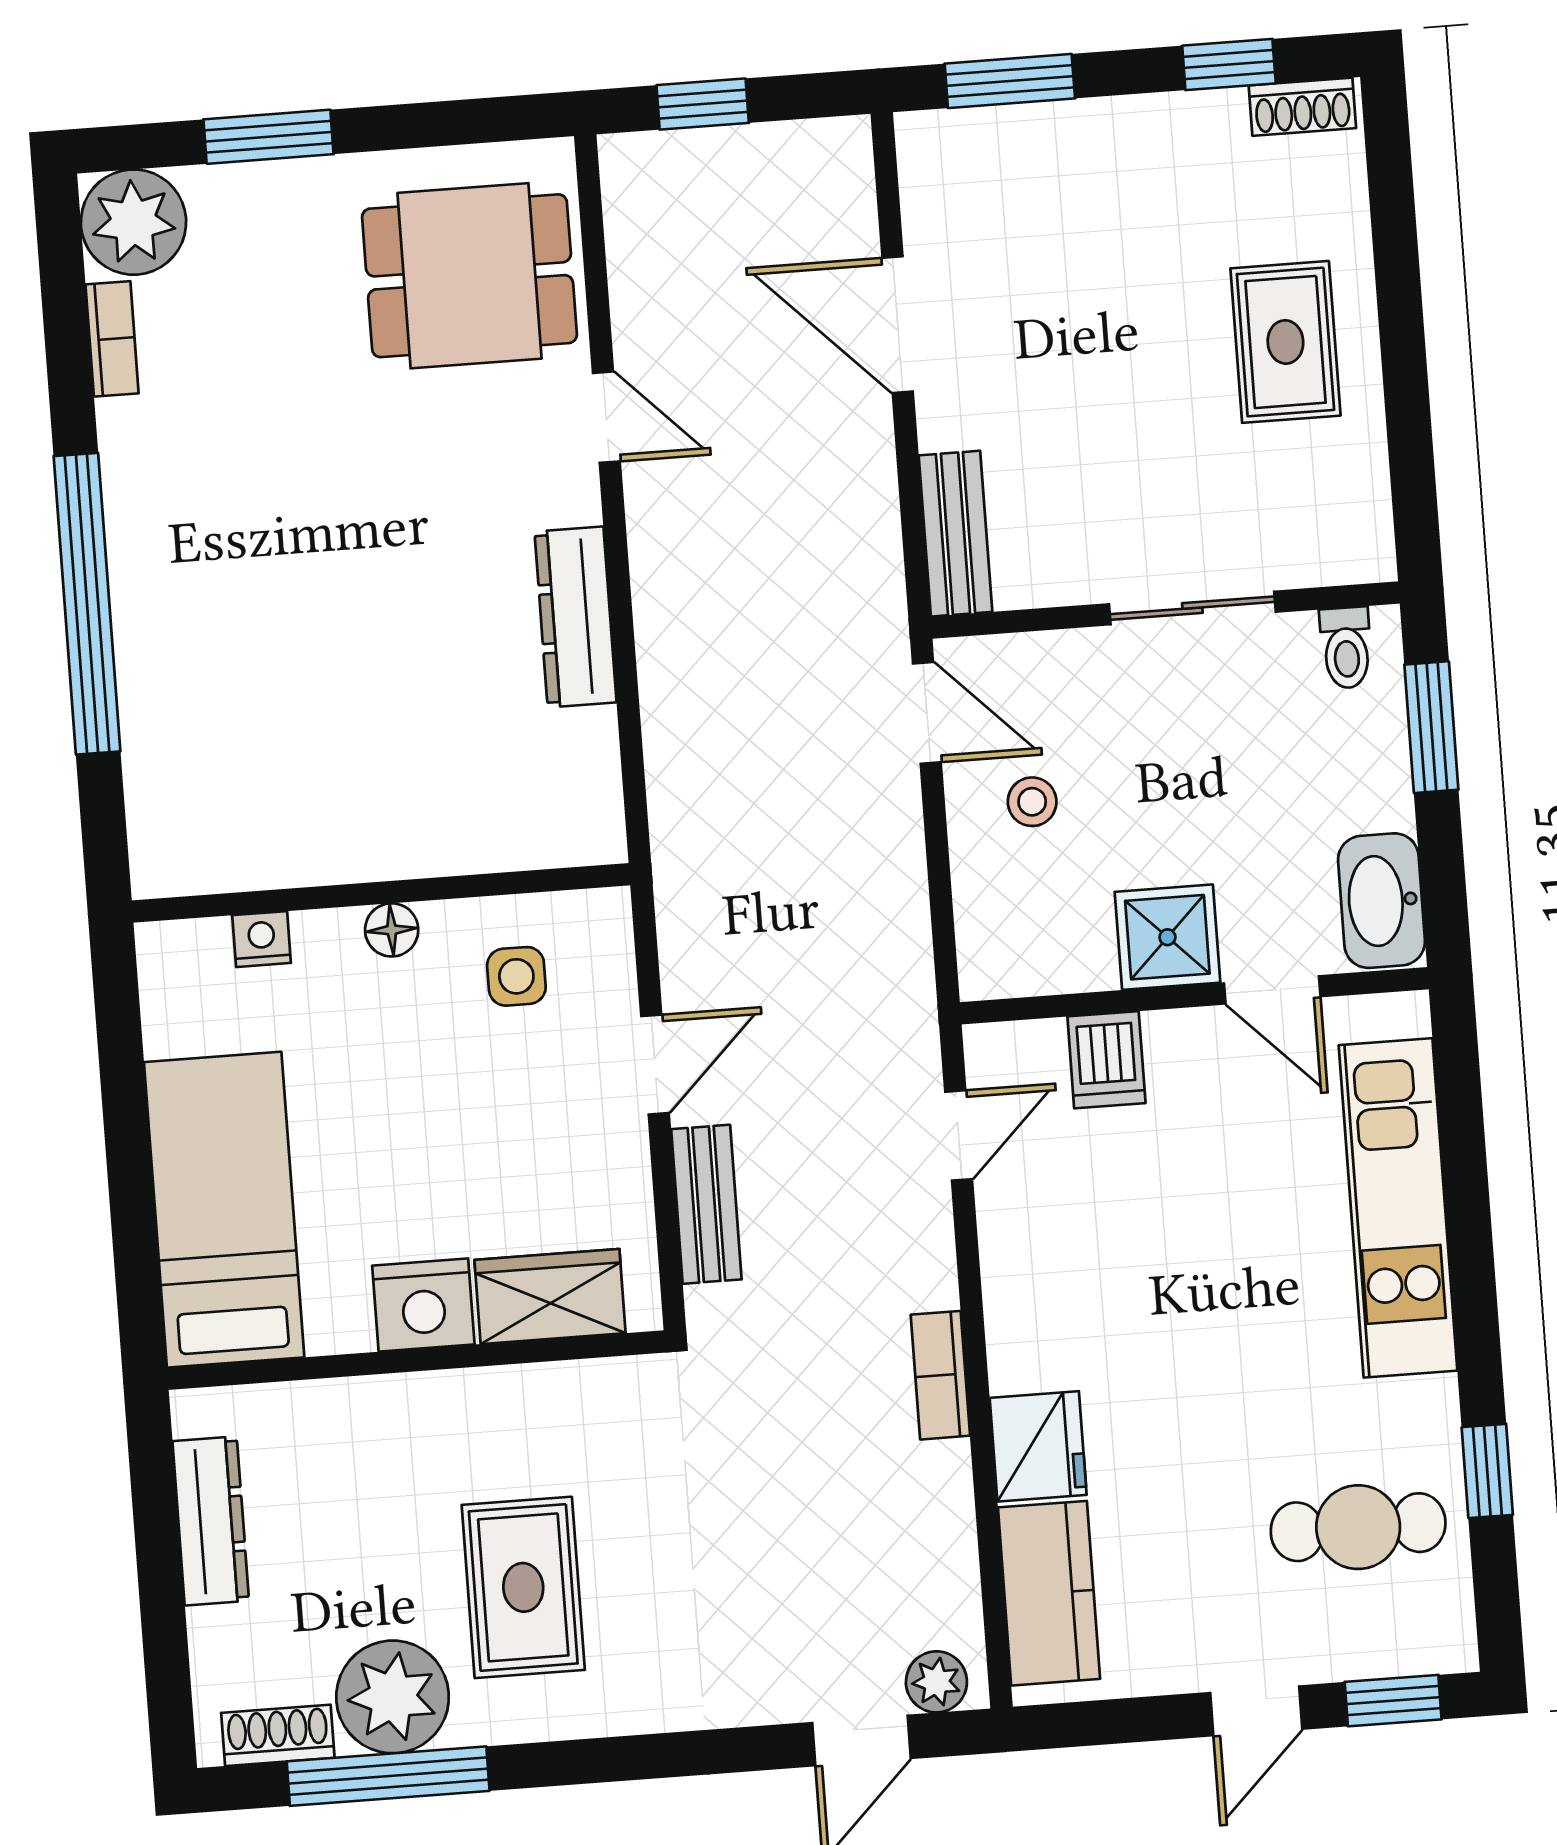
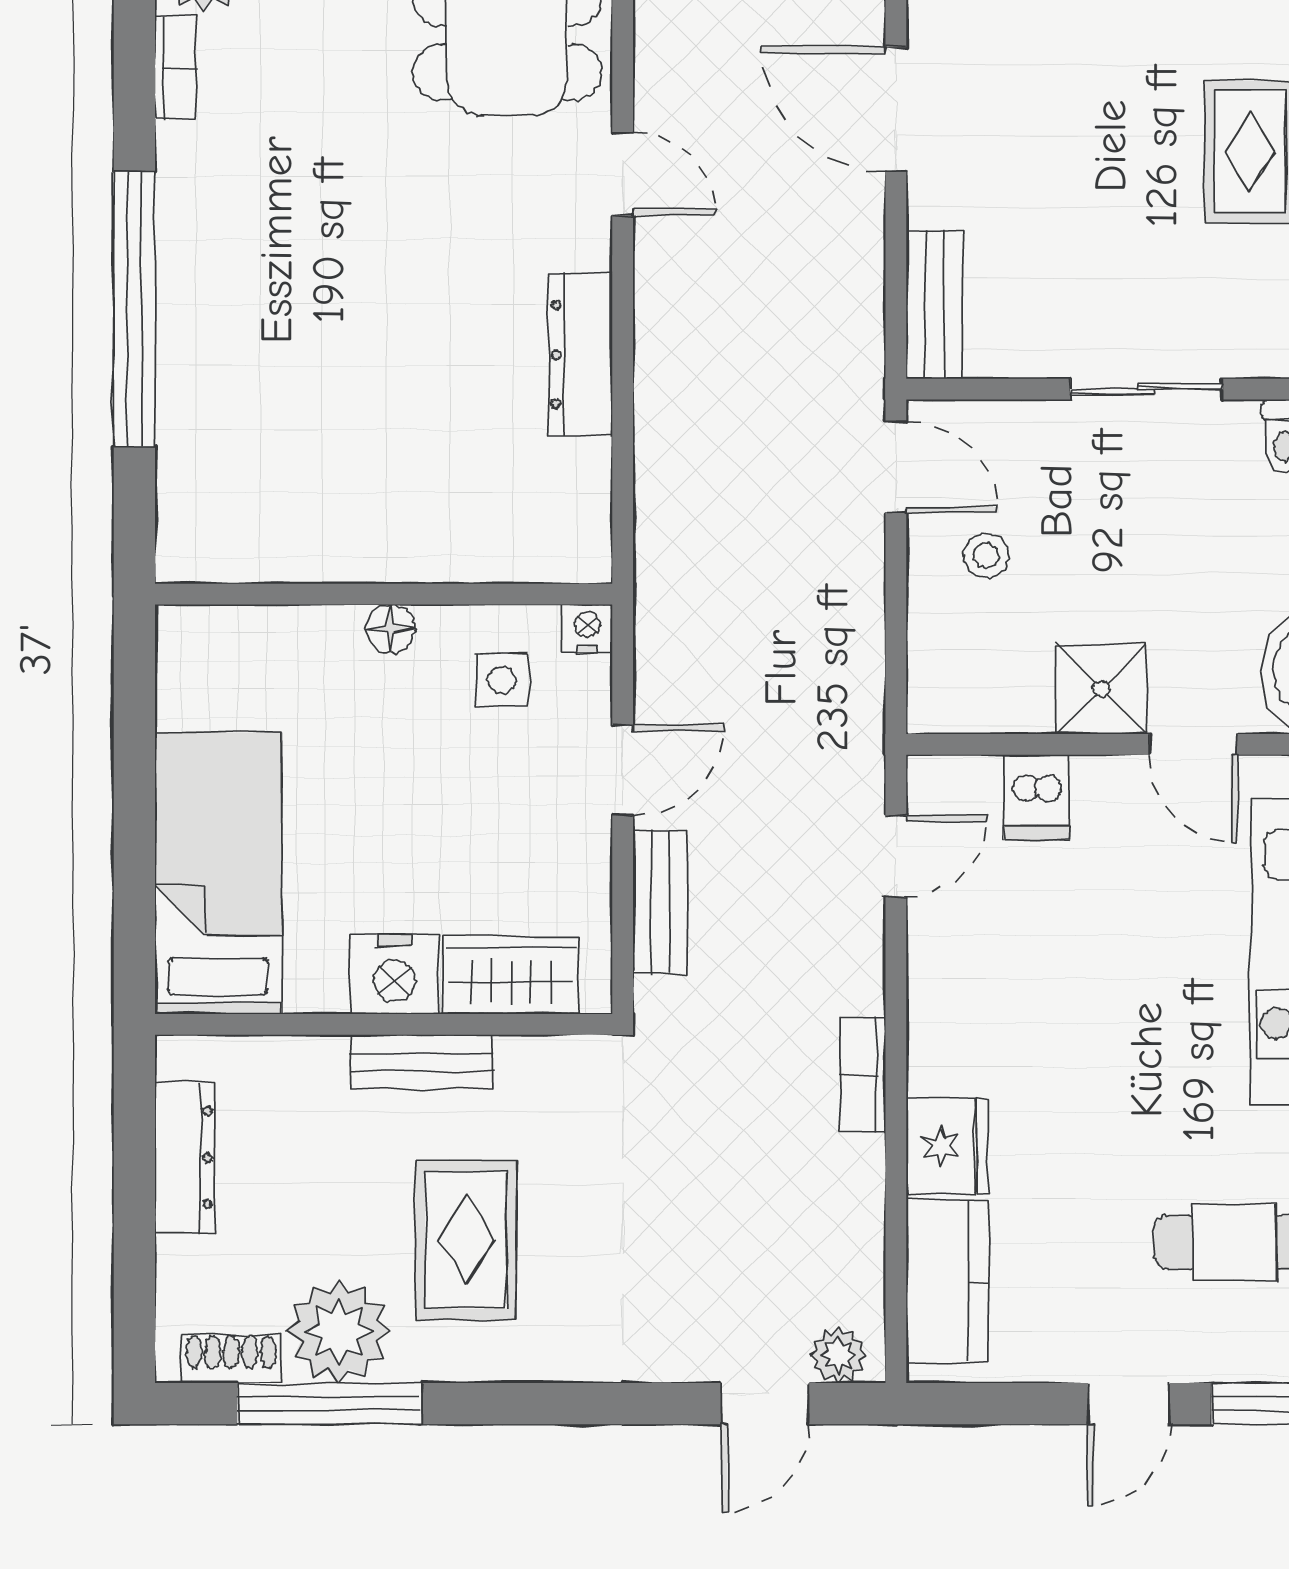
nightstand: (262, 939) -> (587, 628), moved
bench: (461, 1398) -> (422, 1062), added

